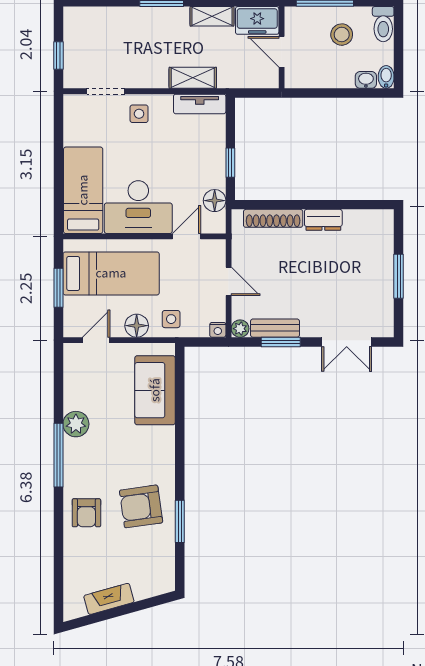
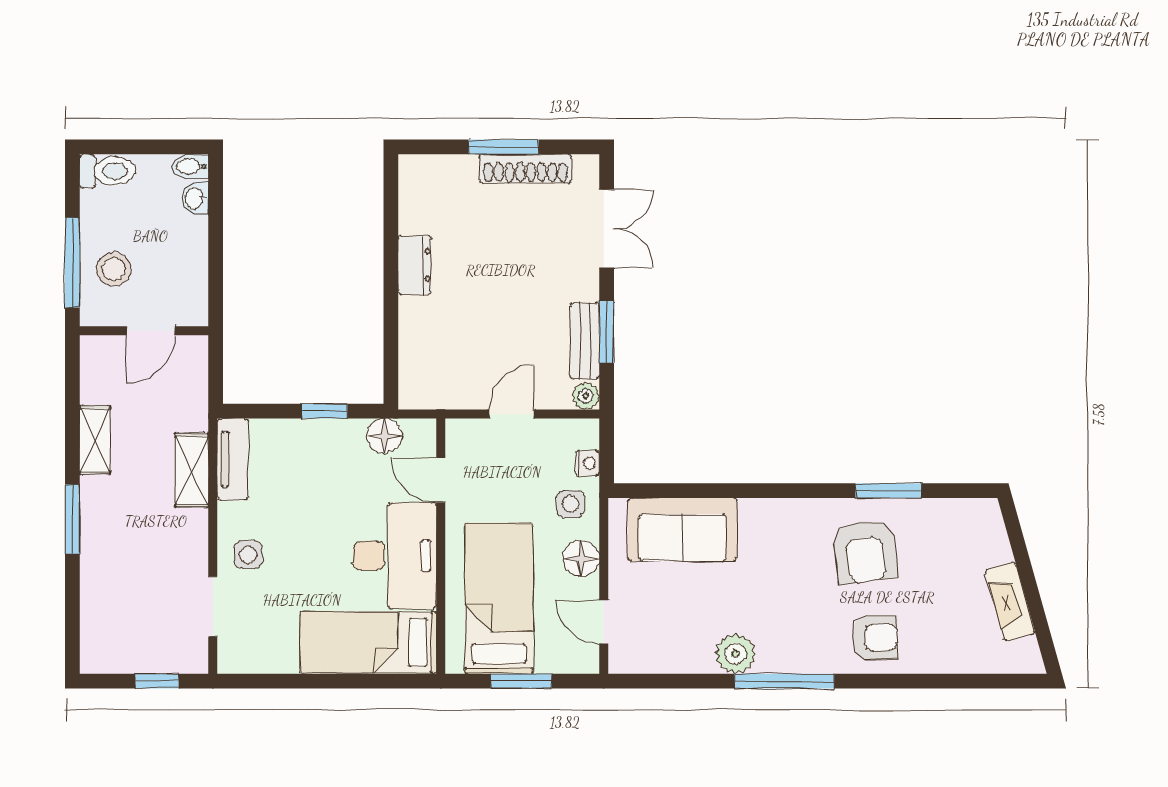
freezer: (257, 20) -> (102, 369), removed
stool: (342, 35) -> (114, 269), moved
shoe rack: (273, 218) -> (525, 168), moved, turned 90
nightstand: (218, 330) -> (587, 463), moved

